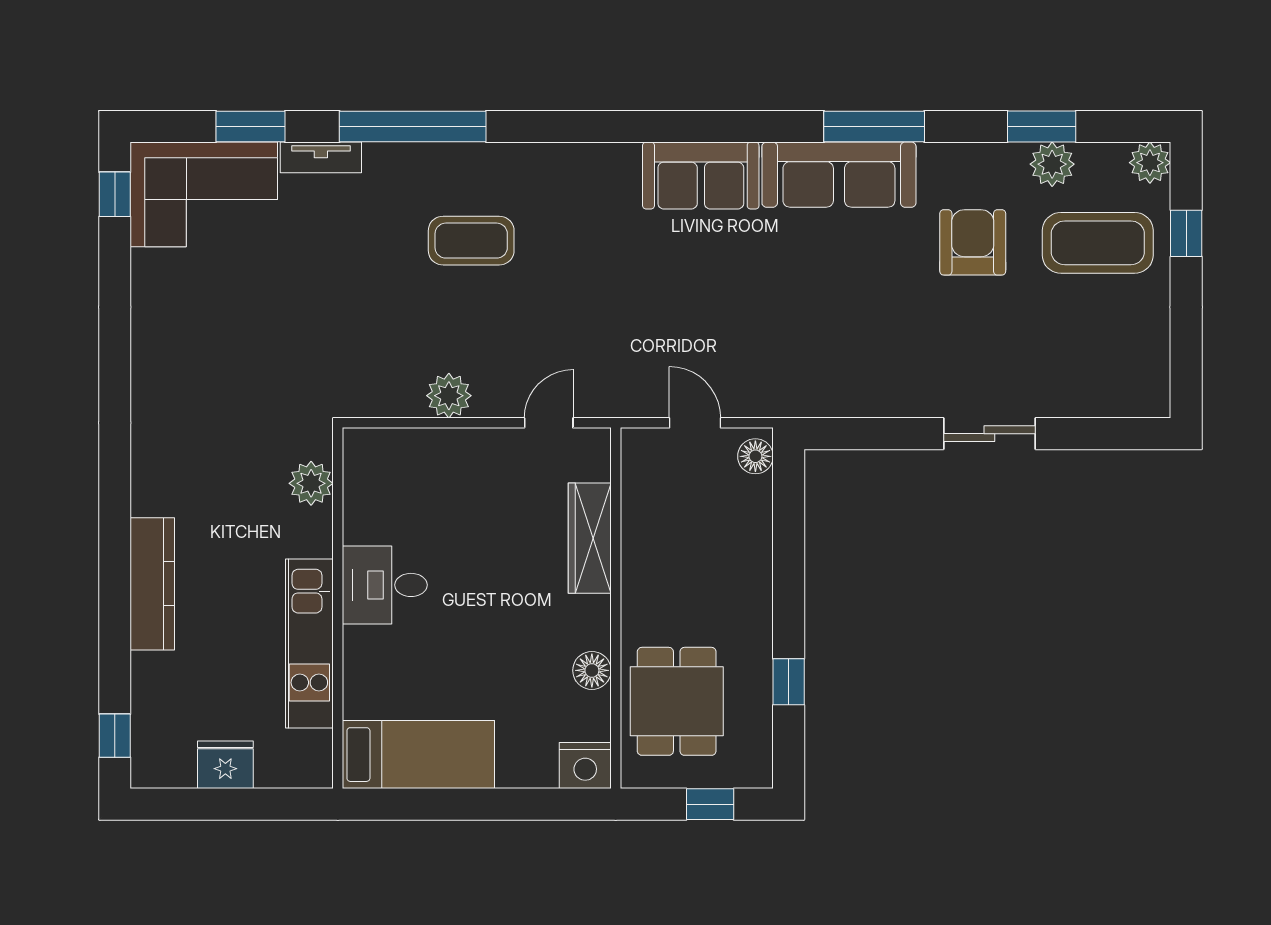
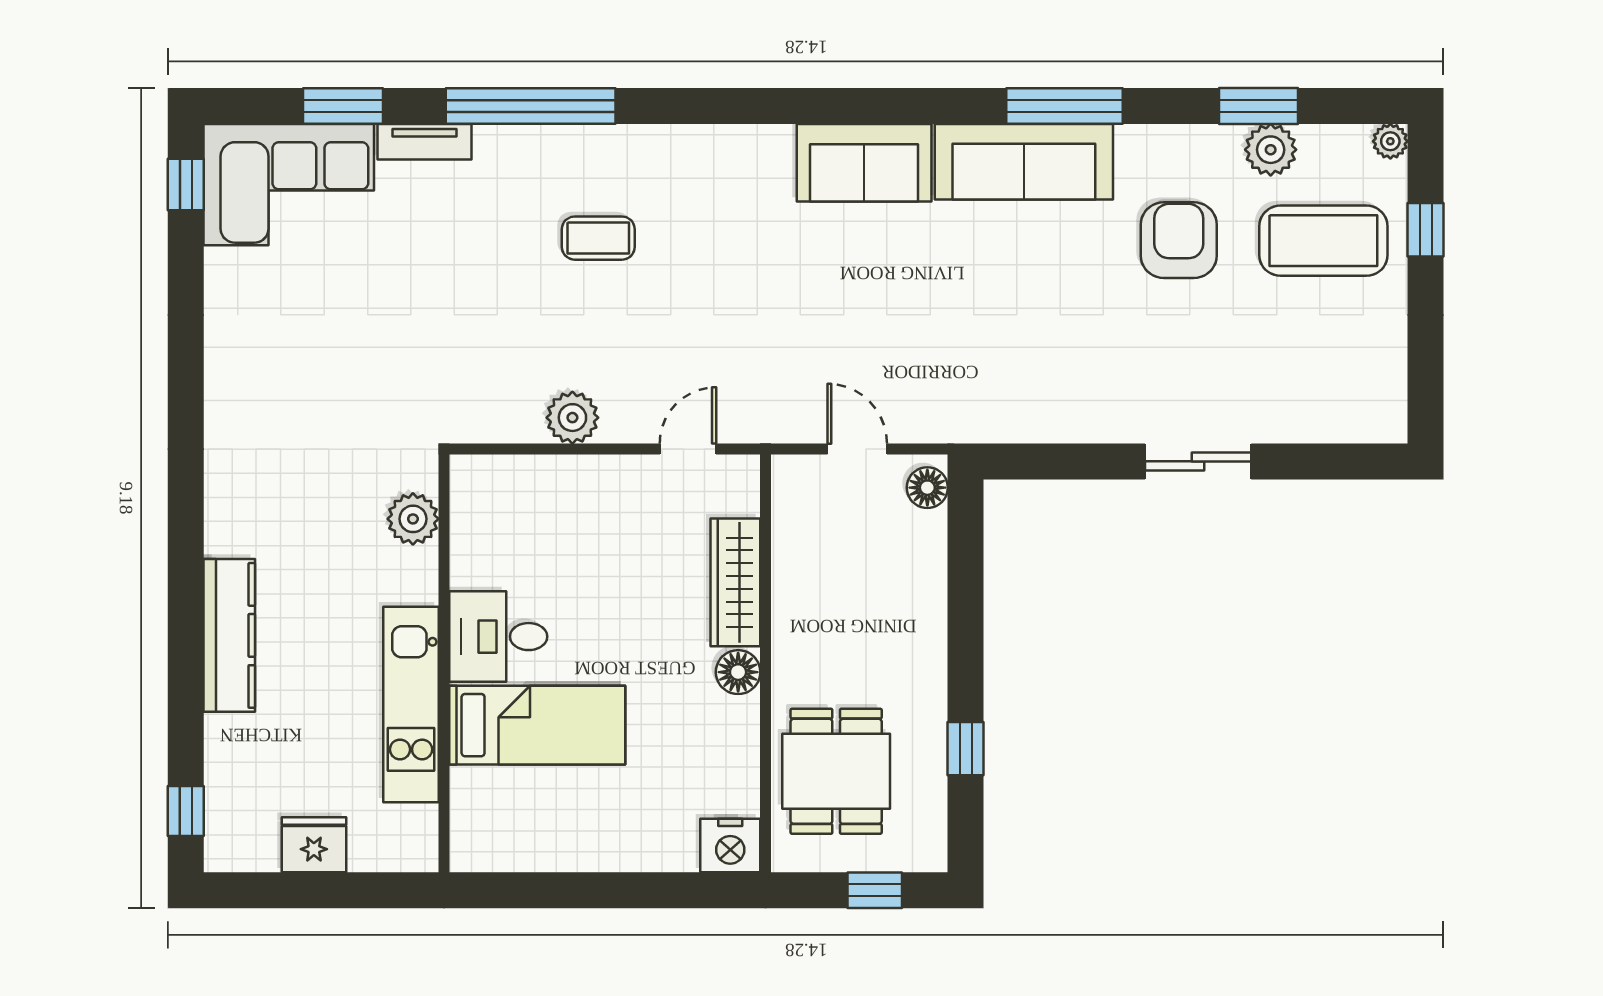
plant: (1150, 163) -> (1390, 141), width x0.73, depth x0.73
coffee table: (471, 241) -> (598, 238), width x0.73, depth x0.77
floor lamp: (592, 670) -> (738, 672), moved
bed: (418, 755) -> (537, 725), moved

